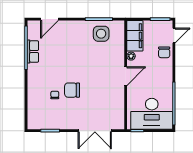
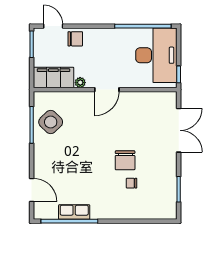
side table: (101, 34) -> (51, 122), turned 45
door: (126, 76) -> (107, 90), swing flipped

